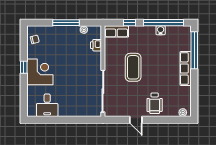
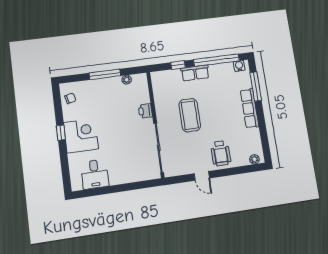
water cooler: (161, 30) -> (239, 66), moved
row of seats: (116, 31) -> (195, 73), moved
printer: (96, 45) -> (145, 111), moved
window: (194, 50) -> (256, 87), width x0.68

